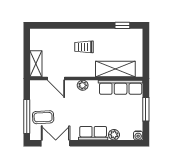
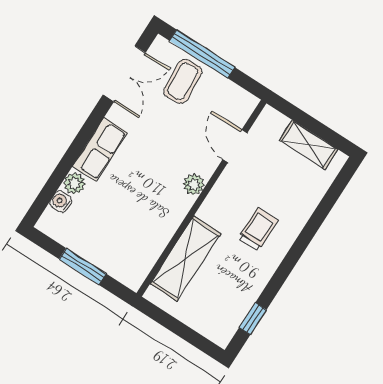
shelving: (36, 64) -> (309, 145), moved
door: (56, 79) -> (235, 146), hinge flipped
row of seats: (121, 87) -> (149, 247), removed
water cooler: (138, 135) -> (61, 201), moved

